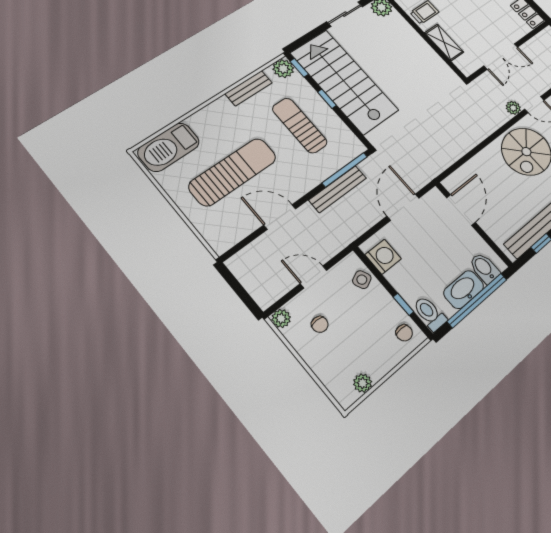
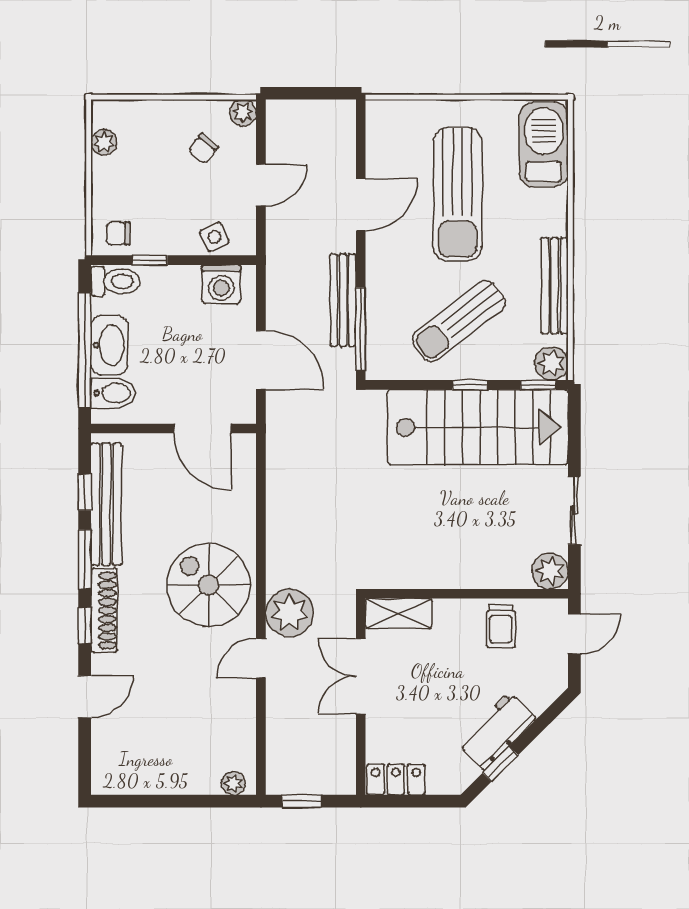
shelving: (444, 42) -> (399, 613), moved
bench: (249, 88) -> (555, 286), width x1.36
plant: (513, 108) -> (289, 613), width x1.88, depth x1.88
sun lounger: (300, 125) -> (459, 321), turned 142
chair: (320, 324) -> (203, 149), turned -52

